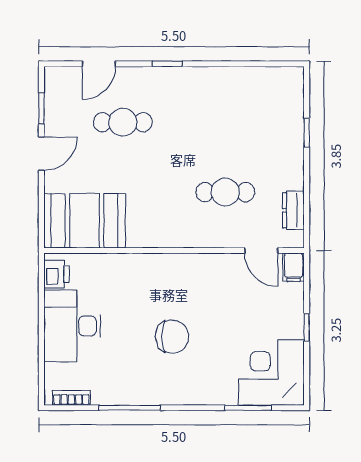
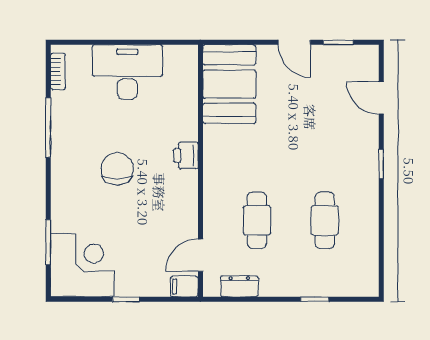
cafe table: (123, 122) -> (325, 220), moved
printer: (56, 274) -> (186, 155), moved, turned 90
chair: (172, 336) -> (117, 169), turned 180

